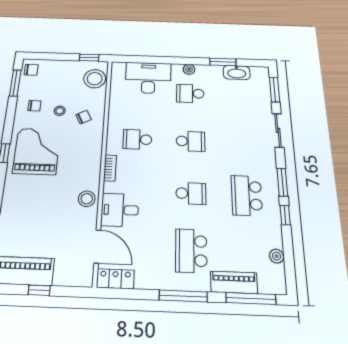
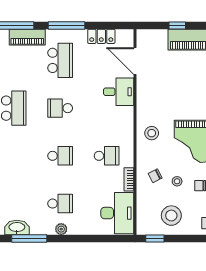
window: (223, 62) -> (29, 239), width x1.44
desk: (148, 78) -> (117, 213), moved, turned -90
stool: (95, 79) -> (171, 216), moved
school desk: (191, 141) -> (60, 156), turned 180
bookcase: (110, 168) -> (129, 179), moved
stool: (87, 199) -> (152, 133), moved
locker: (115, 279) -> (101, 36), moved

